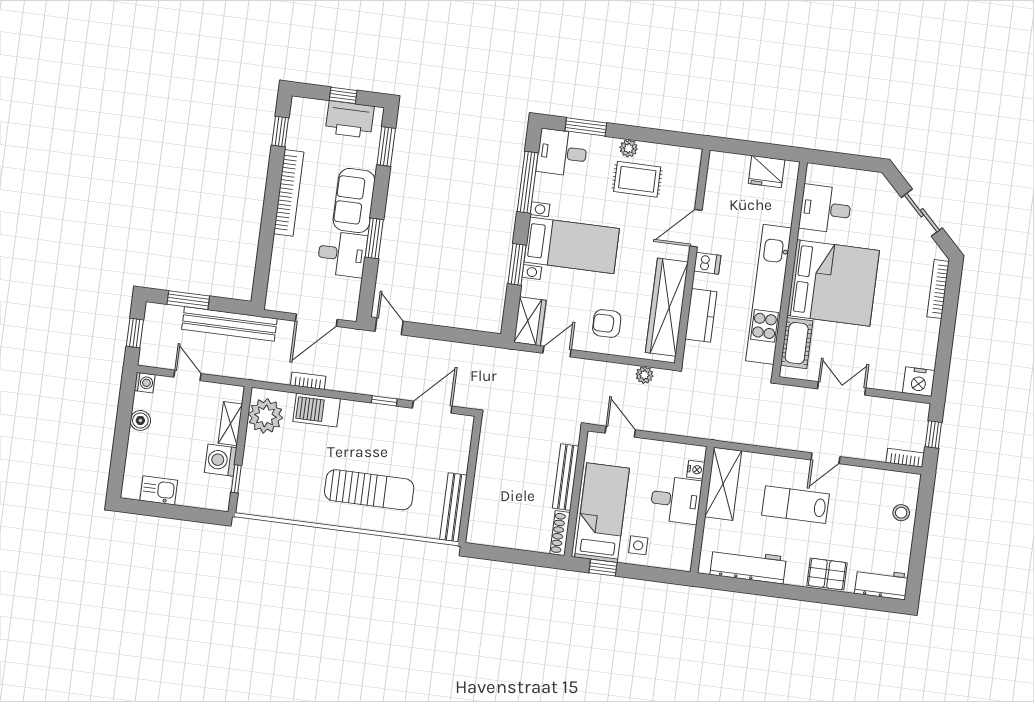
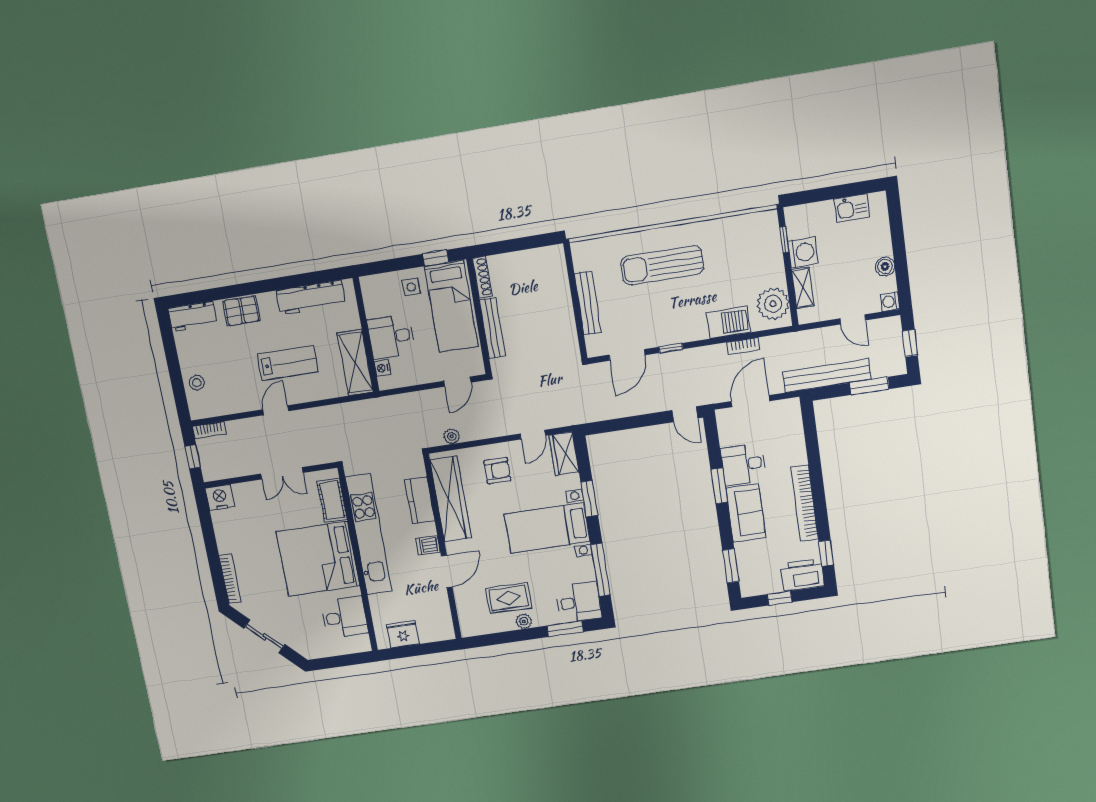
printer: (350, 119) -> (802, 575), moved
door: (620, 432) -> (457, 382), hinge flipped
bench: (453, 507) -> (588, 303), moved

